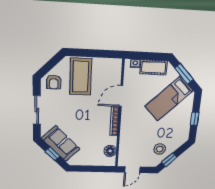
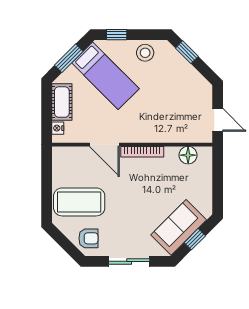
window: (195, 119) -> (117, 35), moved
stool: (160, 149) -> (145, 53), moved
window: (169, 160) -> (187, 52), moved

